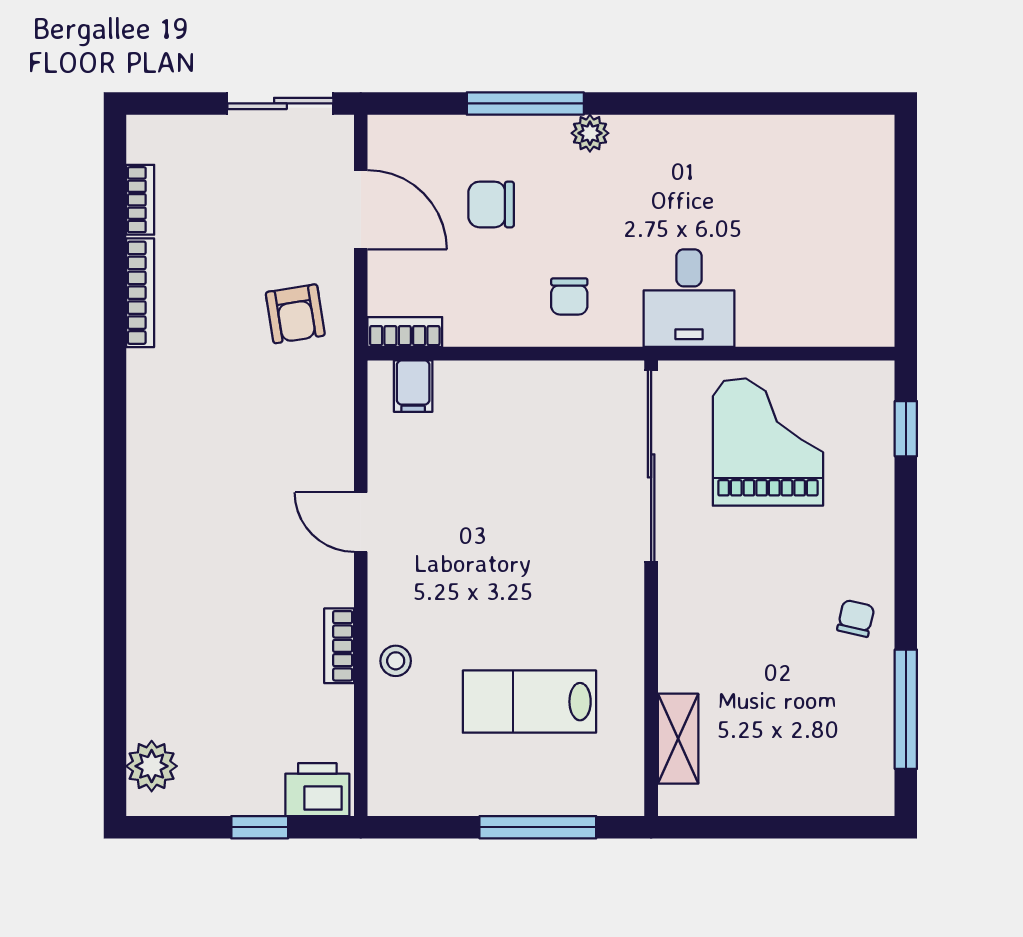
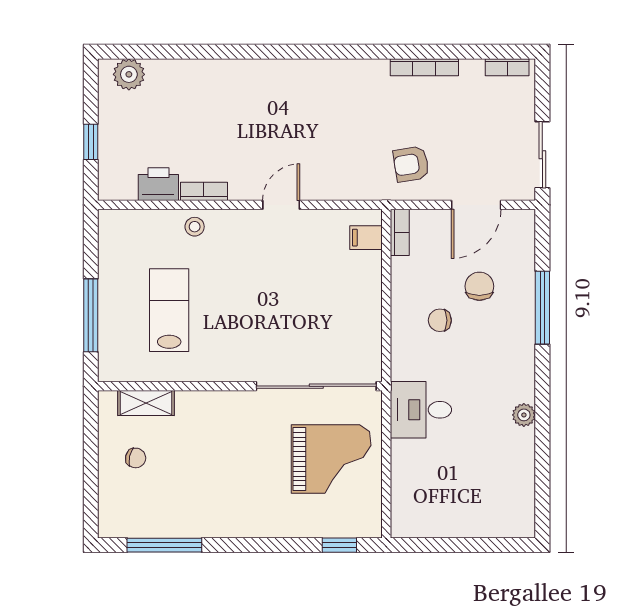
plant: (590, 133) -> (524, 415), moved
bookcase: (140, 200) -> (507, 67), moved
chair: (569, 296) -> (440, 320), moved
chair: (856, 618) -> (136, 458), moved
printer: (317, 790) -> (158, 184), moved, turned -90

